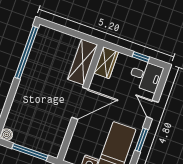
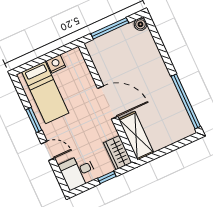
window: (141, 57) -> (107, 177), moved
door: (80, 103) -> (108, 102), swing flipped

